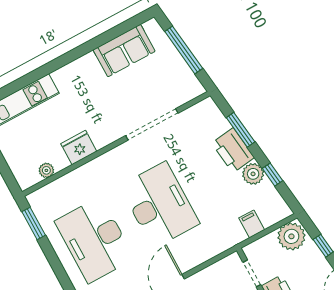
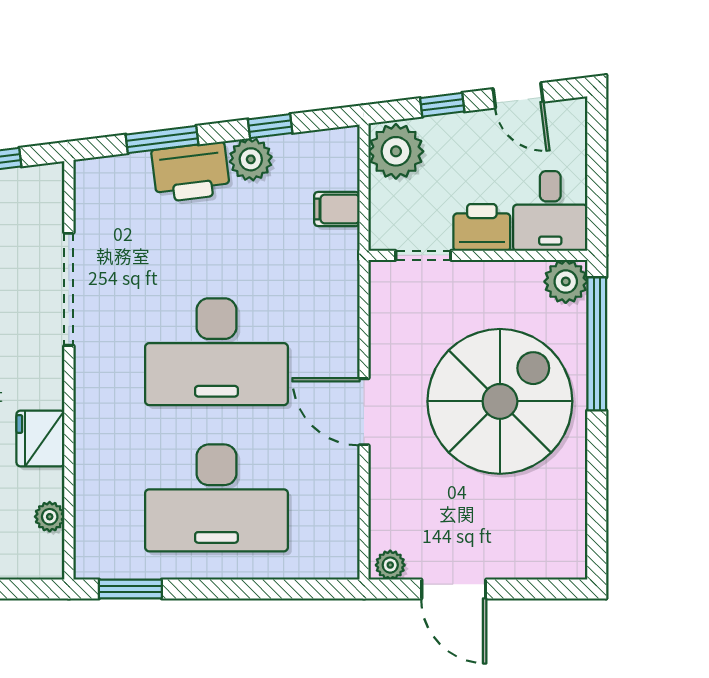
desk: (160, 205) -> (216, 352), turned 180

